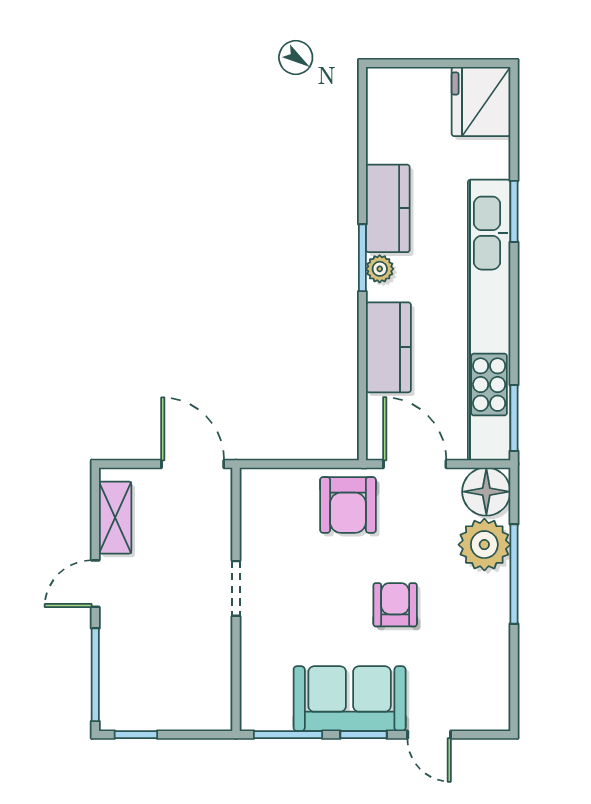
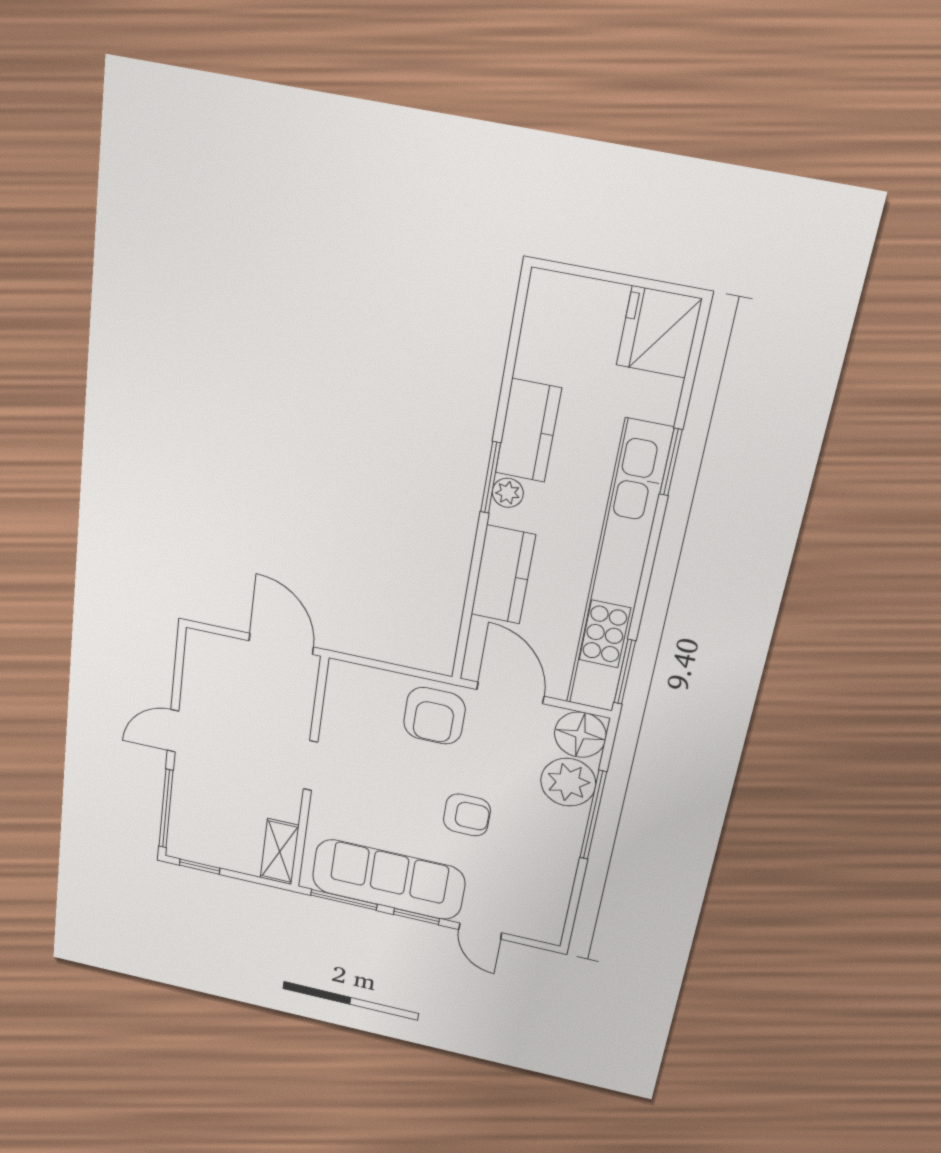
shelving: (115, 518) -> (280, 852), moved
armchair: (395, 605) -> (467, 815), turned 90
sofa: (350, 699) -> (388, 880), width x1.36

